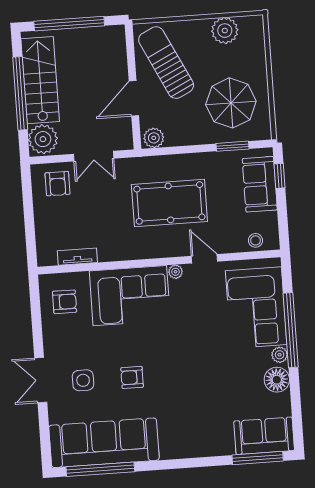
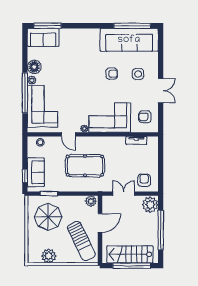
stairs: (40, 80) -> (130, 254), moved, turned 90
double door: (41, 380) -> (161, 91), moved

